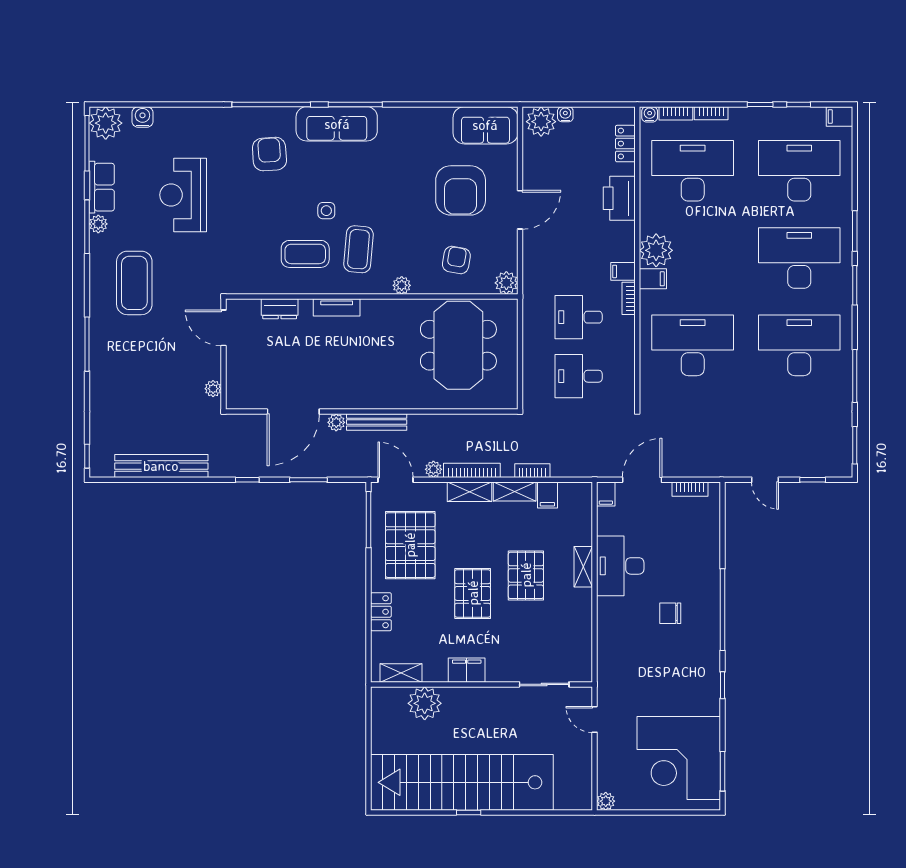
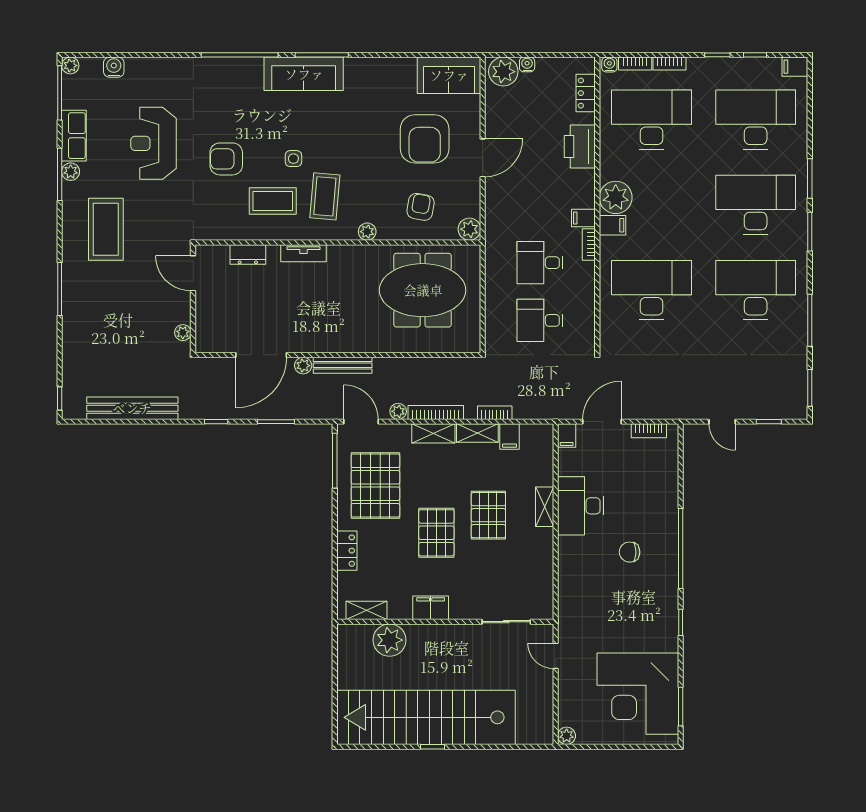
plant: (106, 123) -> (70, 66), width x0.53, depth x0.53
armchair: (269, 154) -> (226, 159), moved, turned -86
meeting table: (458, 345) -> (423, 290), turned 90

